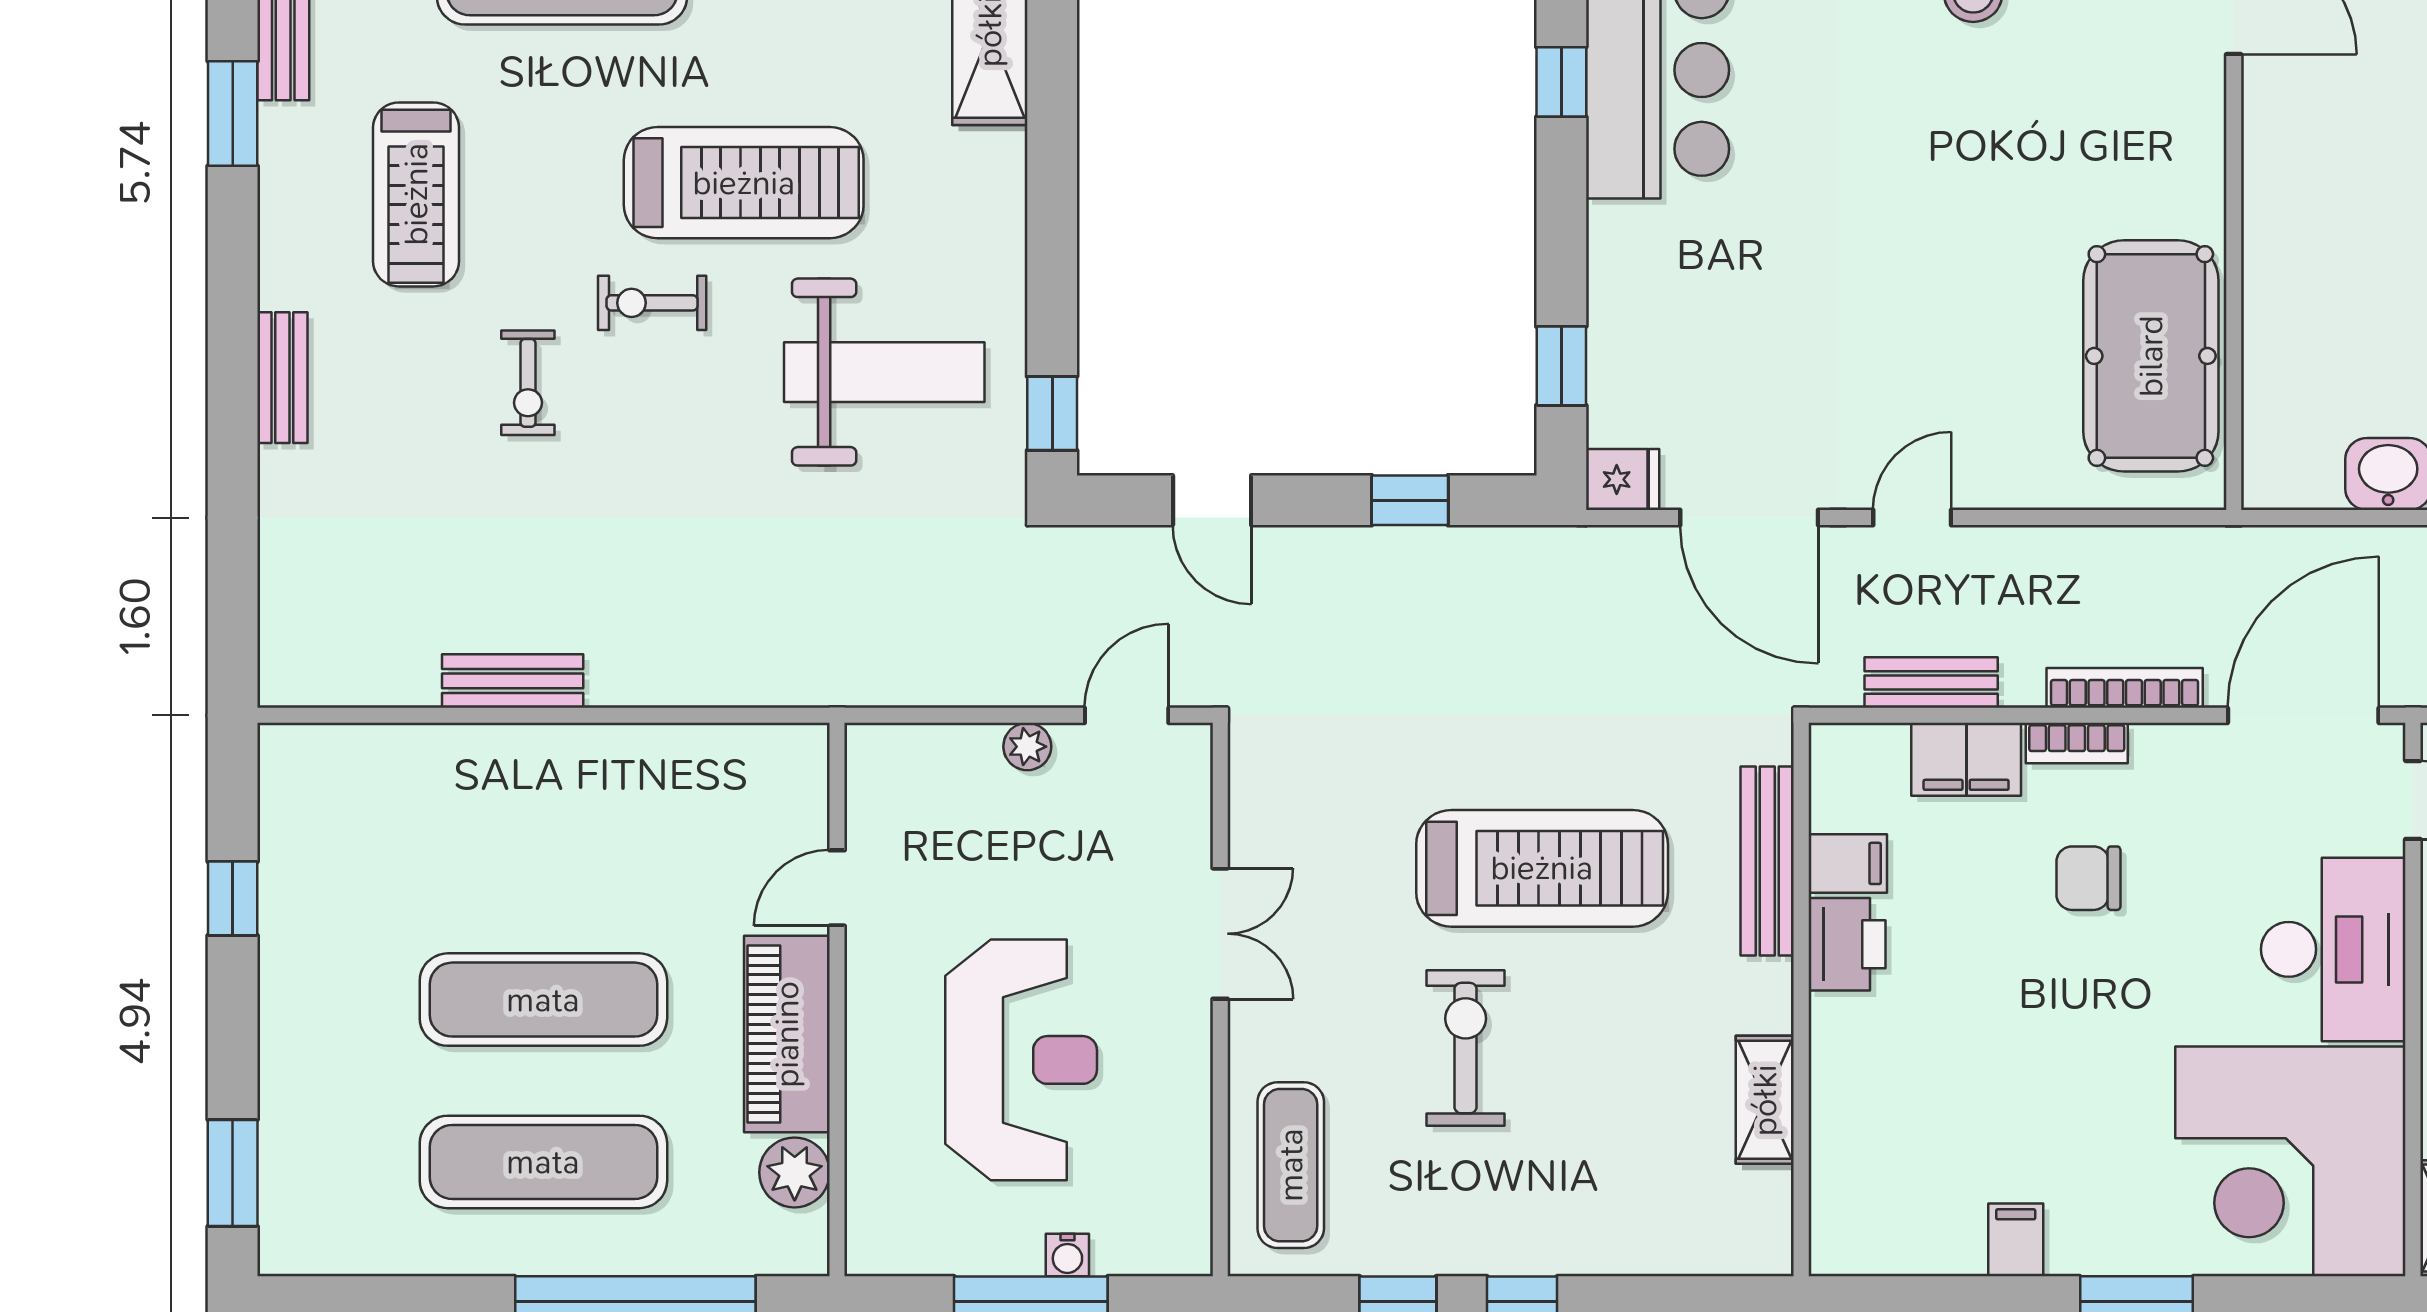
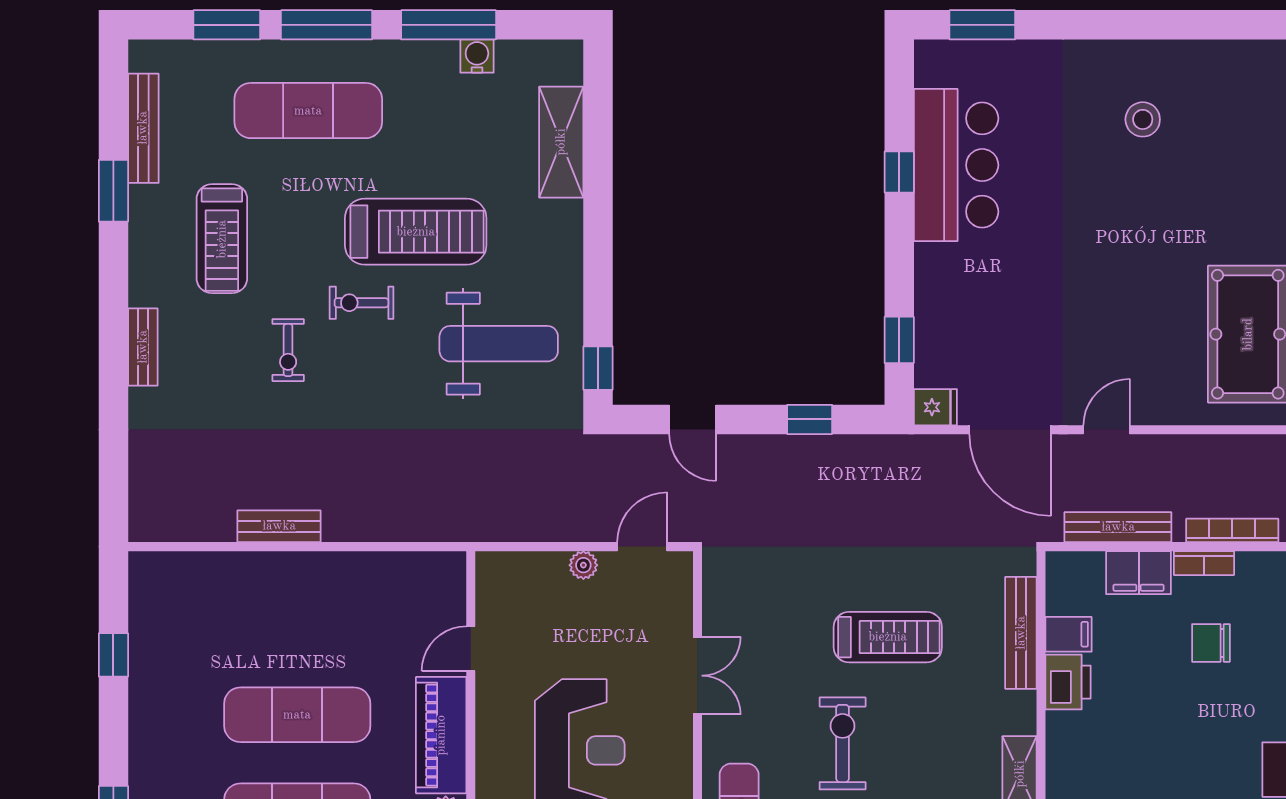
bench: (1931, 683) -> (1118, 527), width x1.36
treadmill: (1542, 868) -> (888, 637), width x0.73, depth x0.73

